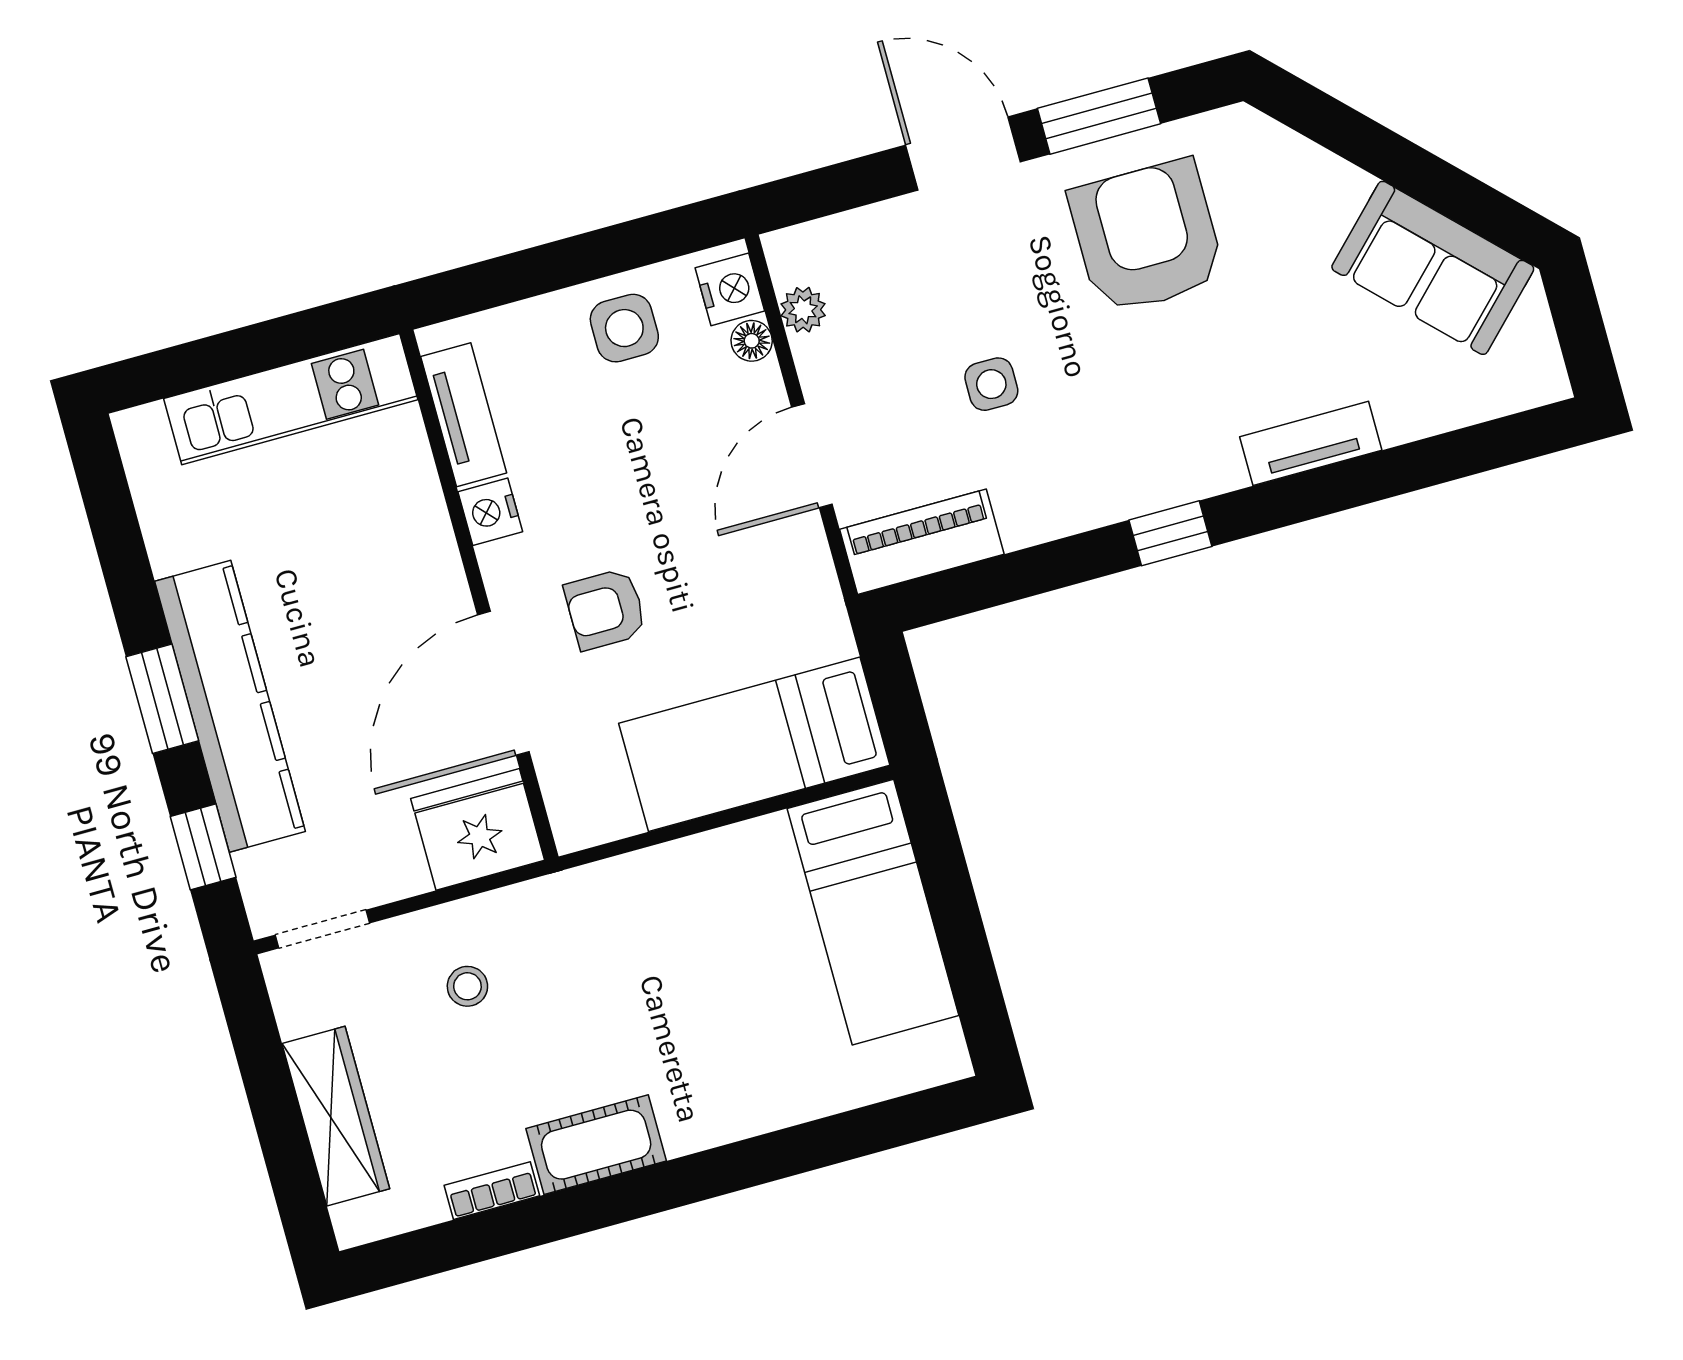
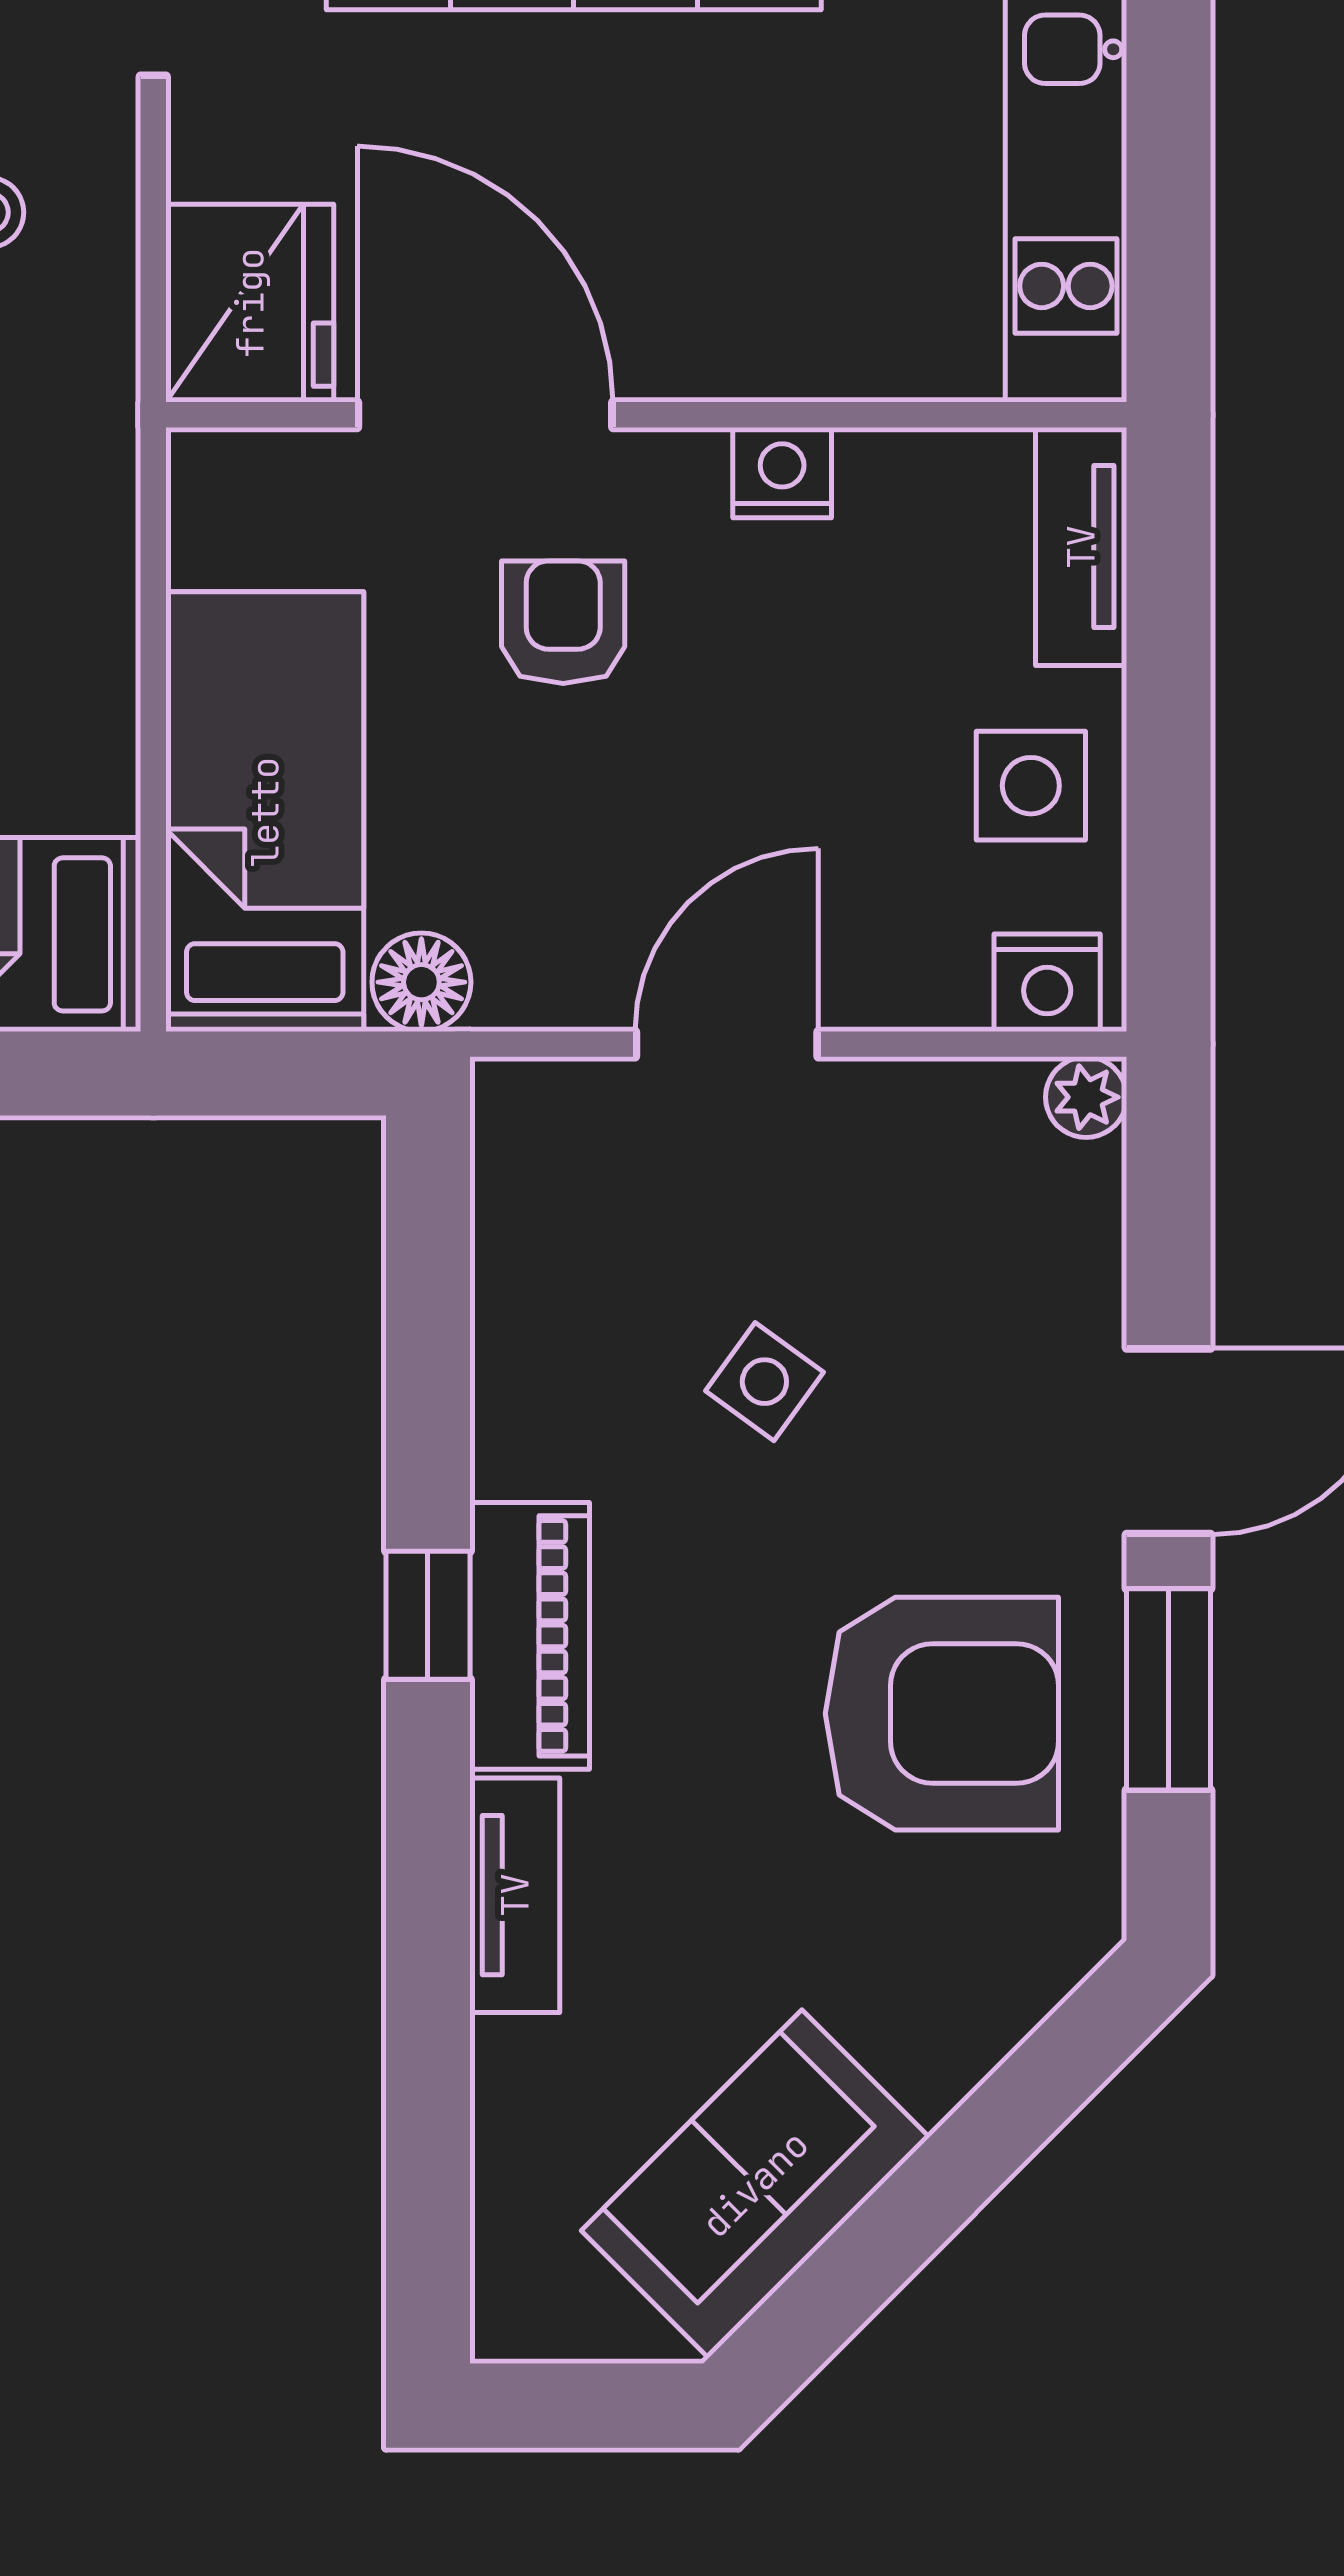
plant: (803, 310) -> (1086, 1097), moved
floor lamp: (752, 341) -> (421, 982), moved, width x1.37, depth x1.37
side table: (991, 384) -> (764, 1382), turned 36
tv unit: (464, 415) -> (1081, 547), moved, turned 90
door: (812, 456) -> (727, 1044), hinge flipped
piano: (922, 542) -> (530, 1636), moved

